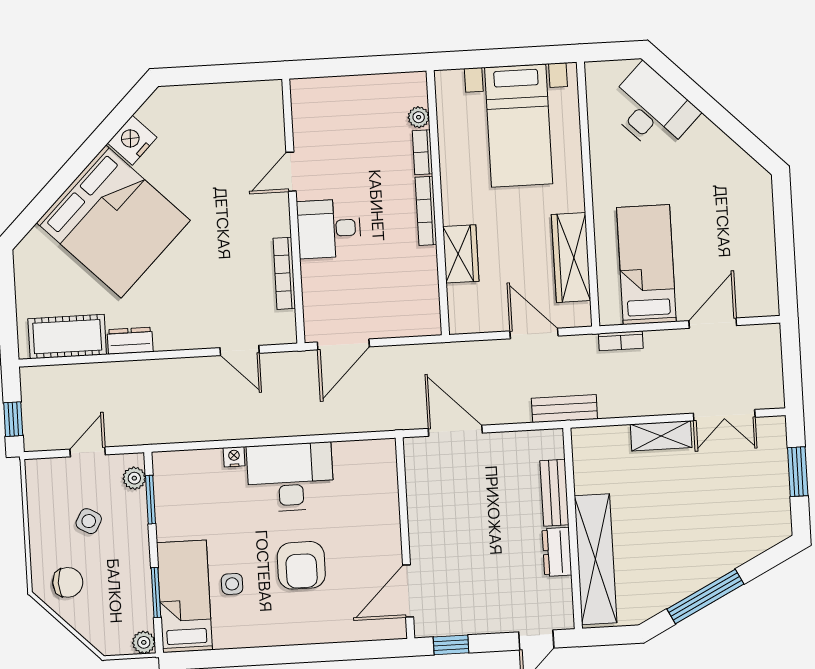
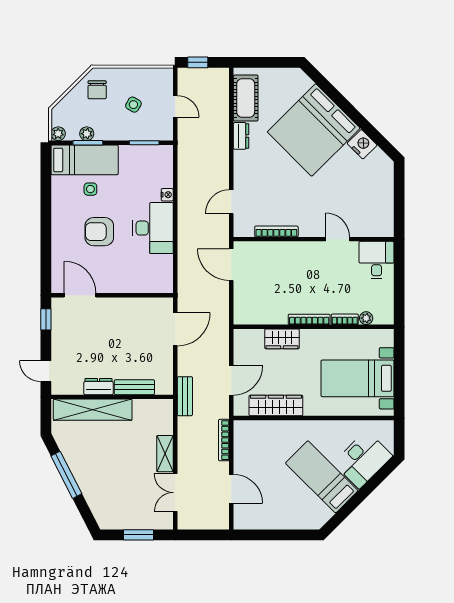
desk: (329, 229) -> (377, 260), moved
bed: (646, 265) -> (322, 477), moved, turned -135
bookcase: (621, 341) -> (224, 440), width x1.56
plant: (134, 478) -> (87, 134), moved

